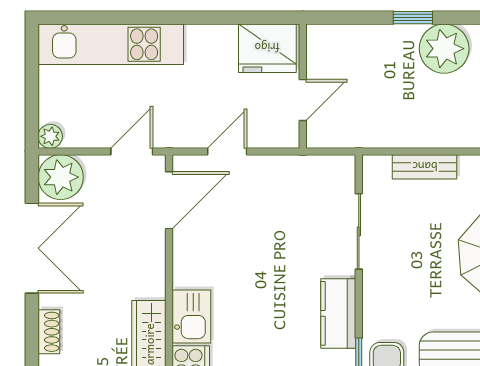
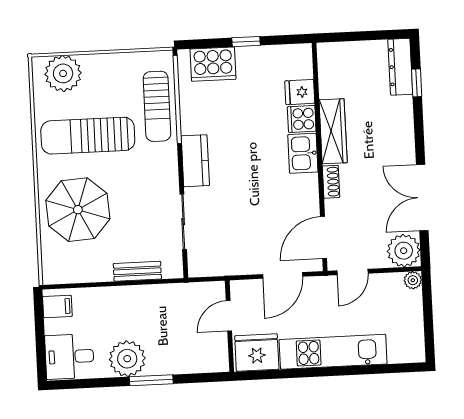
window: (413, 18) -> (151, 380), width x1.50
kitchen unit: (111, 44) -> (333, 352), moved
door: (227, 151) -> (283, 275), width x1.37
shoe rack: (49, 332) -> (331, 182), moved, turned 180

